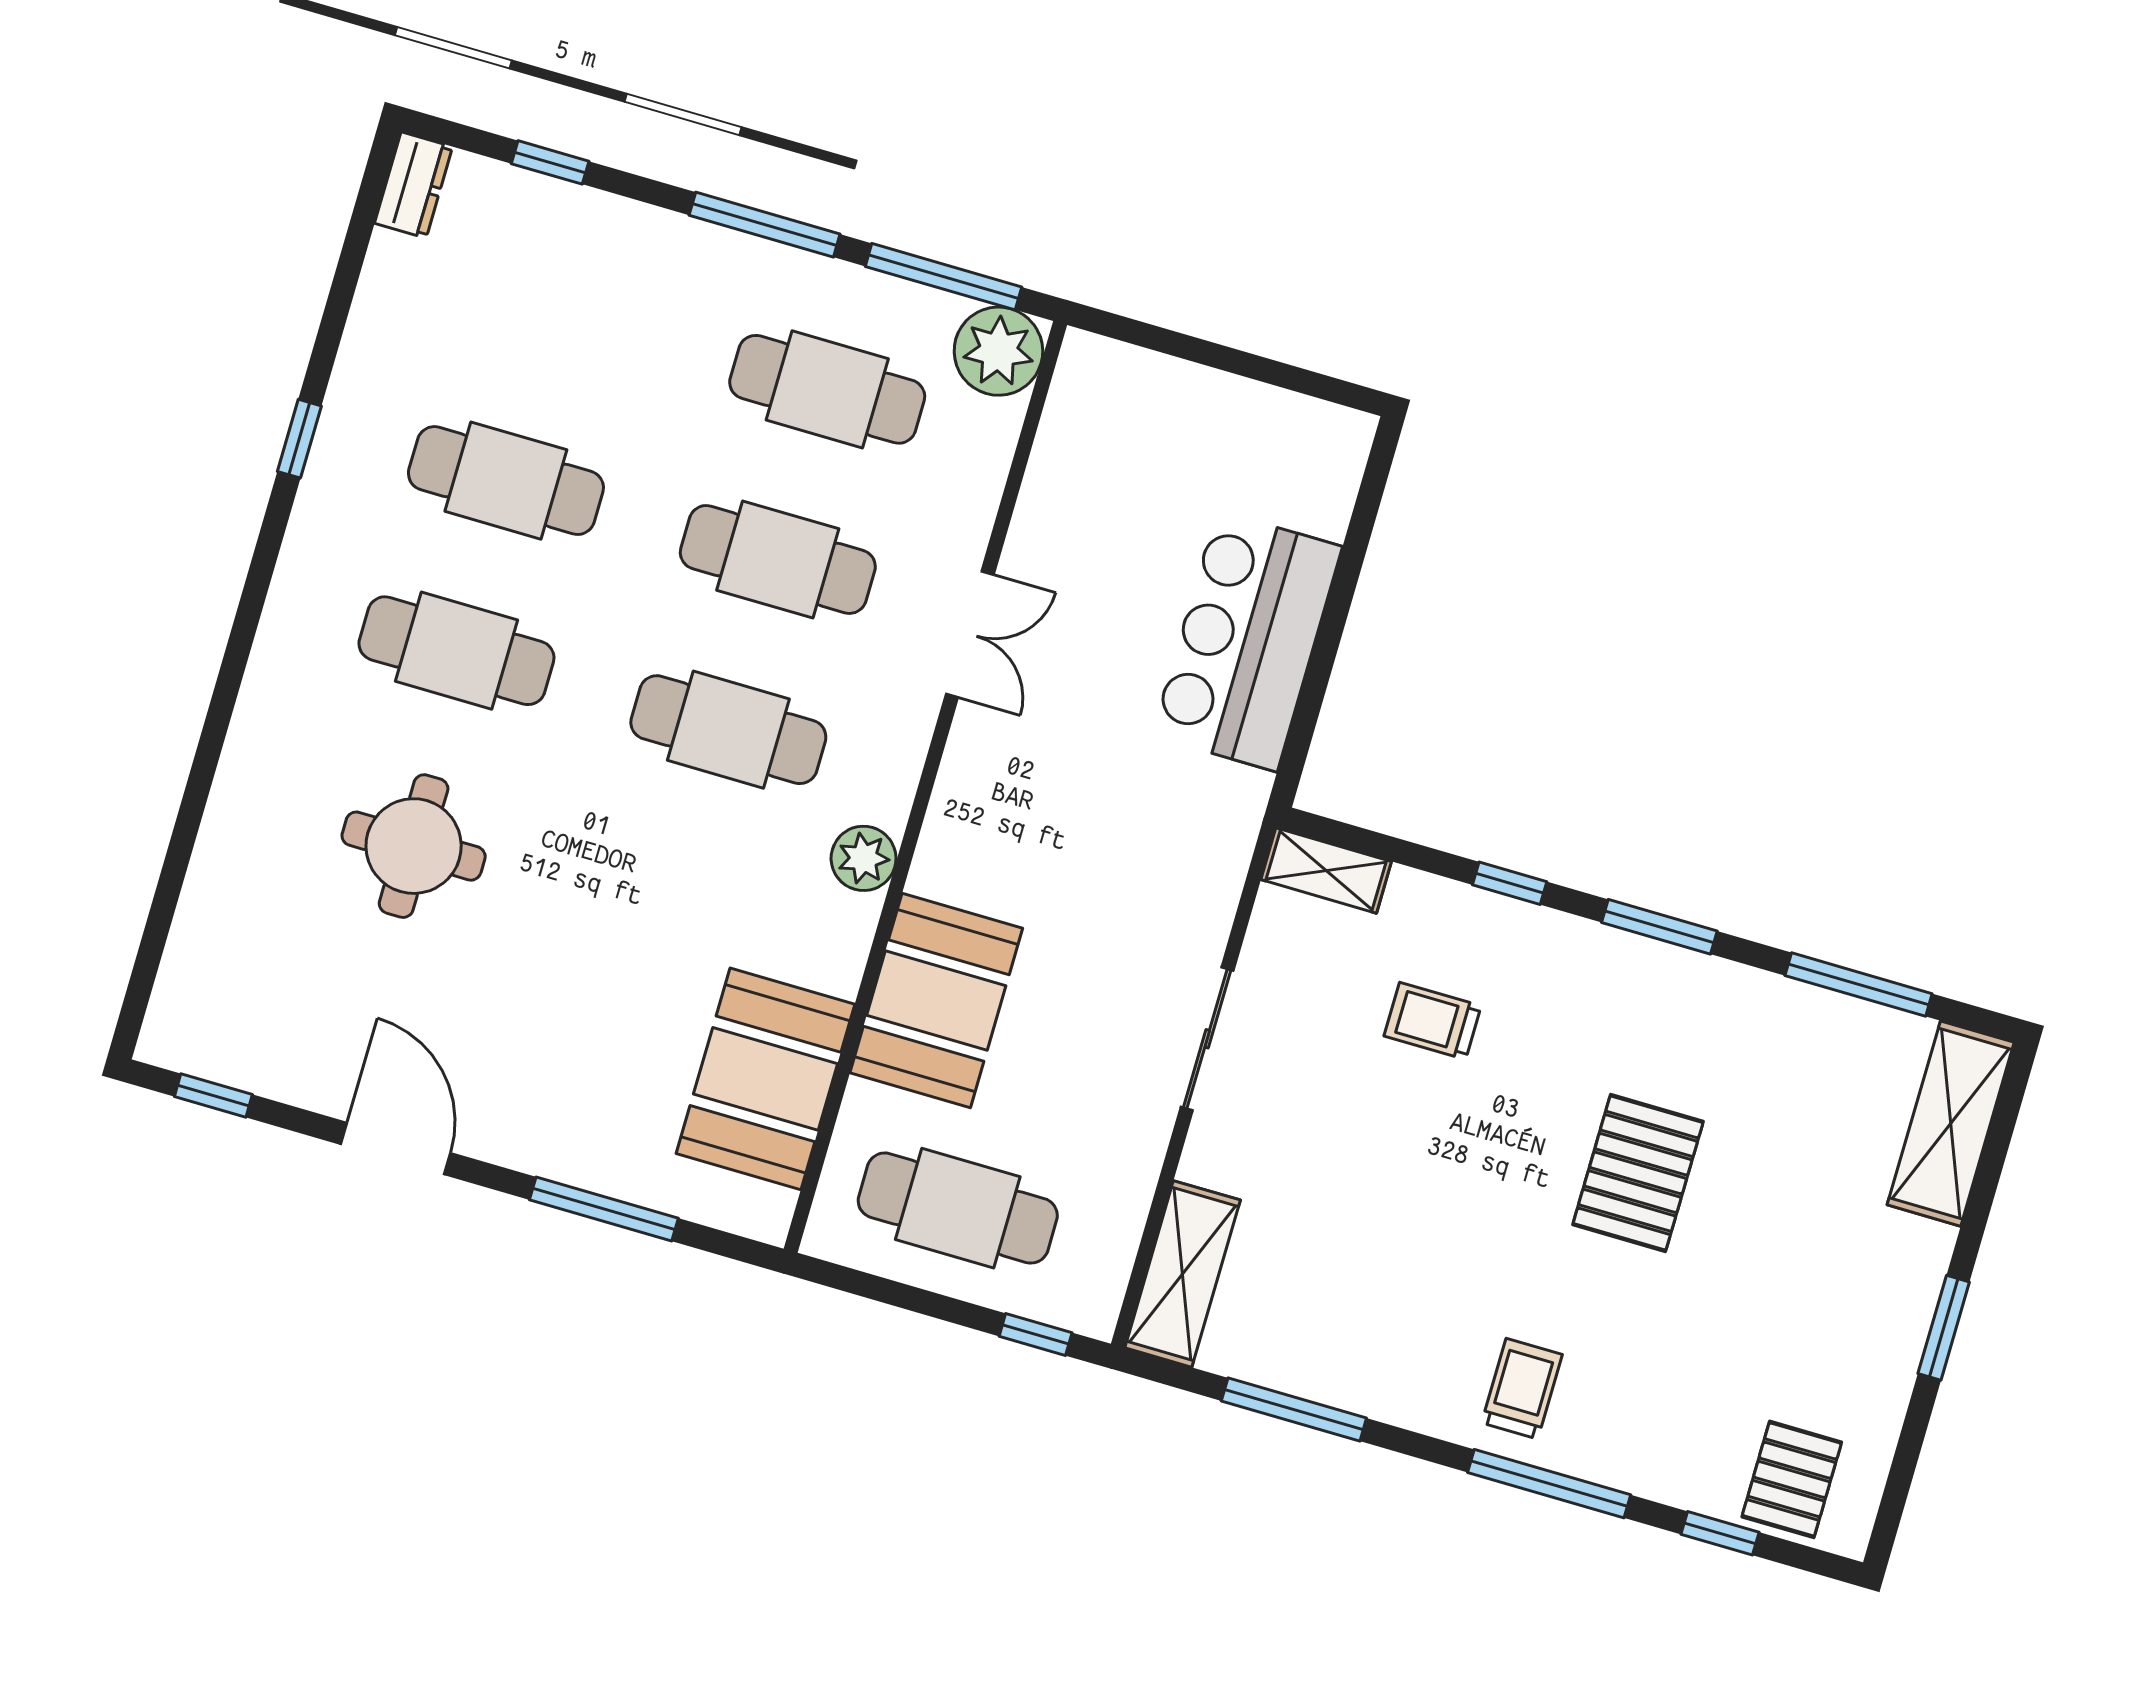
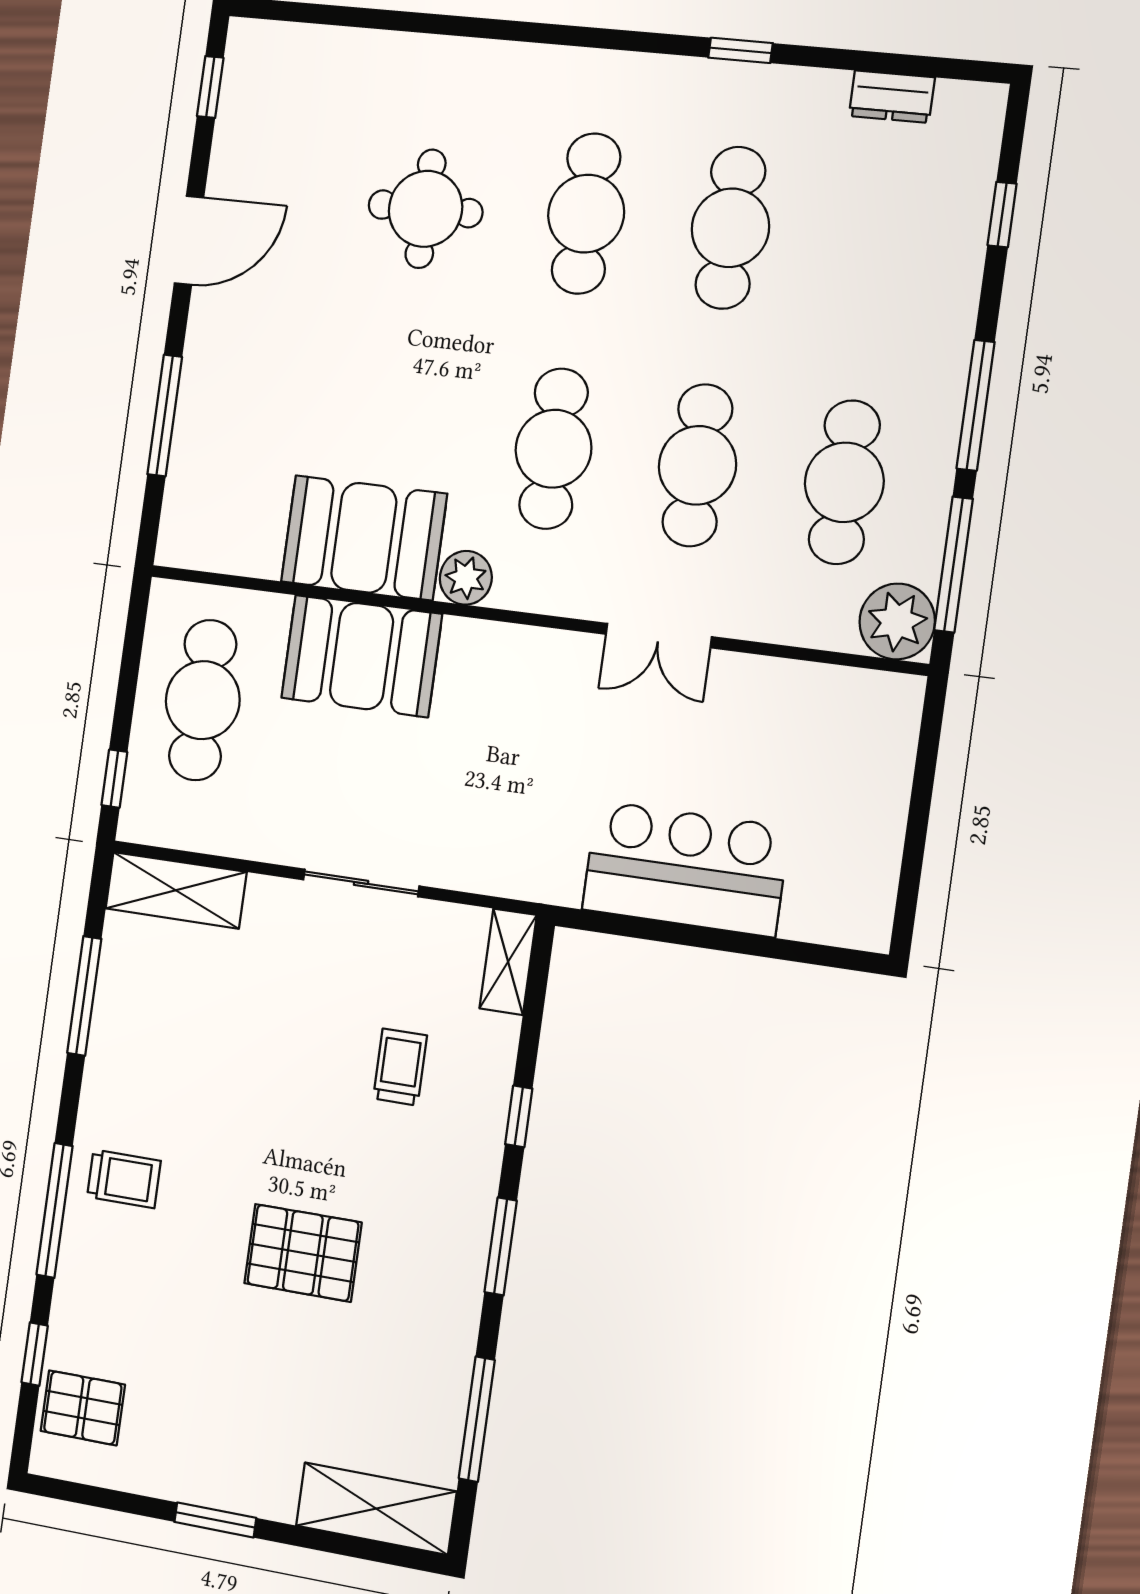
dresser: (414, 185) -> (892, 97), moved
booth: (765, 1079) -> (364, 538), moved

